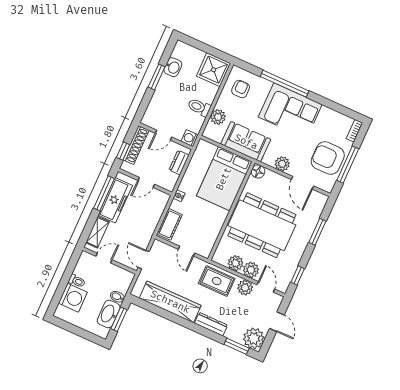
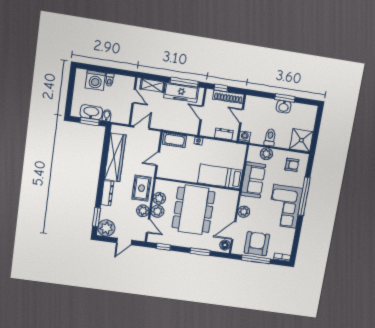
washbasin: (173, 67) -> (284, 107), moved
floor lamp: (258, 171) -> (225, 245), moved
bed: (224, 179) -> (220, 176), width x0.67
door: (266, 287) -> (148, 226), hinge flipped

